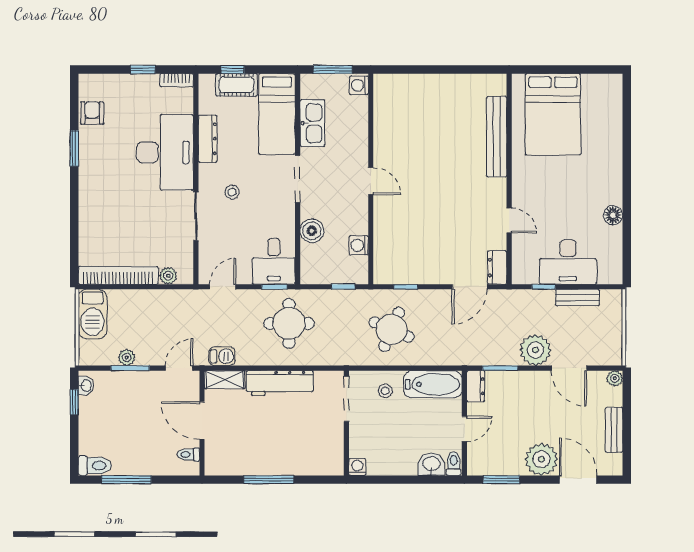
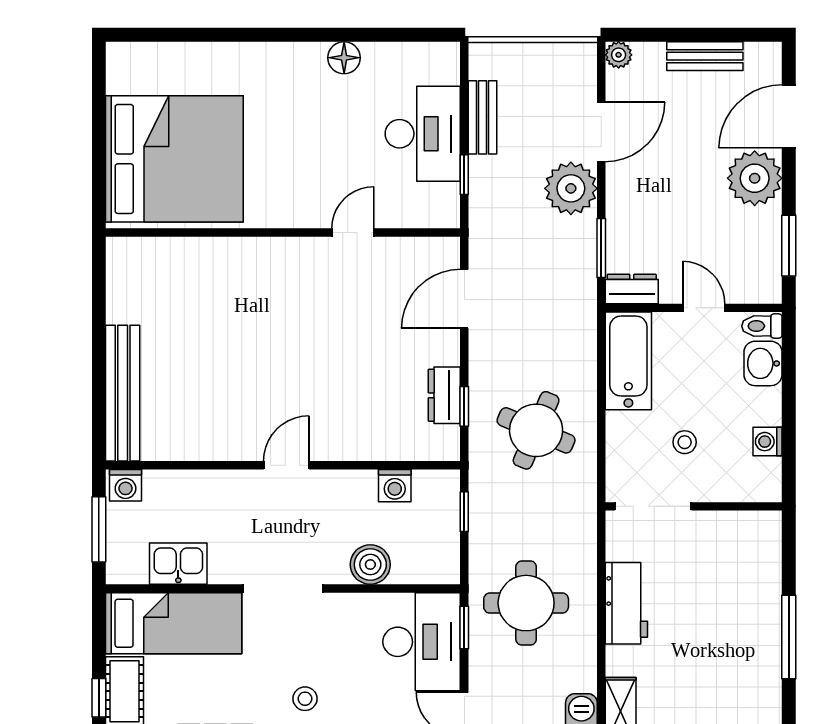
bed: (553, 114) -> (174, 159), width x1.36
kitchen sink: (312, 123) -> (178, 564), width x0.73
bench: (497, 137) -> (123, 393), moved, turned 90
desk: (274, 261) -> (422, 642), width x1.37
dresser: (497, 267) -> (444, 395), moved, turned 90
door: (470, 287) -> (464, 299), swing flipped
workbench: (280, 383) -> (626, 603), width x0.73
stool: (385, 391) -> (685, 442), moved
washing machine: (357, 467) -> (768, 442), moved

